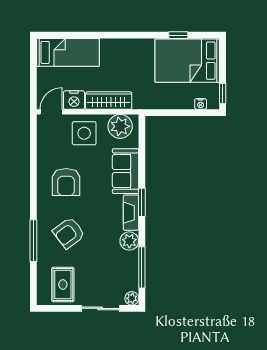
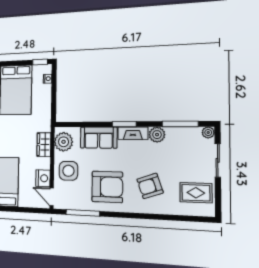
wardrobe: (109, 101) -> (44, 145), width x0.67
armchair: (66, 182) -> (107, 187), width x1.36, depth x1.36
armchair: (69, 233) -> (150, 186), turned 108
window: (33, 241) -> (83, 213), moved

